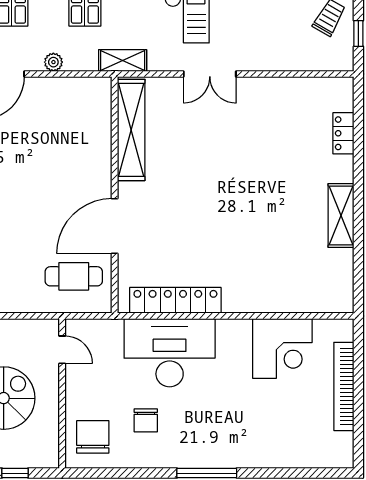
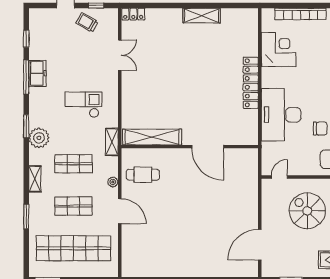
double door: (210, 74) -> (120, 55), moved
locker: (343, 133) -> (133, 14), moved
cafe table: (74, 276) -> (143, 175), moved, turned 90
locker: (175, 300) -> (251, 83), moved

